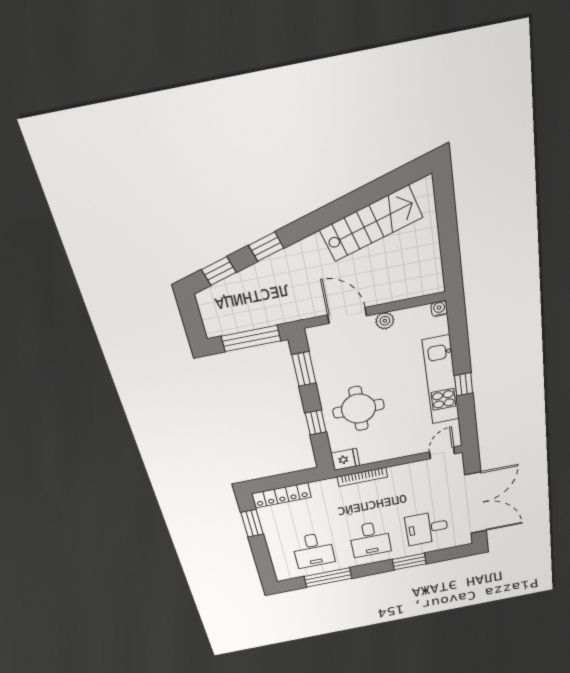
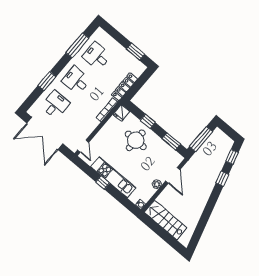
stairs: (371, 224) -> (166, 220), moved, turned 106
door: (347, 315) -> (173, 175), hinge flipped
locker: (281, 495) -> (124, 87), moved

